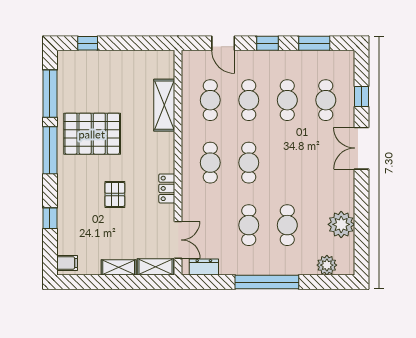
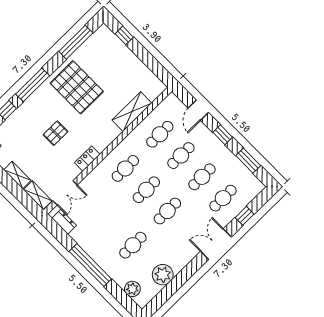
window: (50, 150) -> (33, 85), moved
cafe table: (249, 225) -> (167, 211), moved

